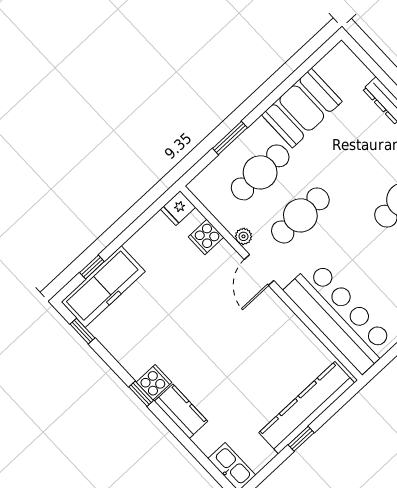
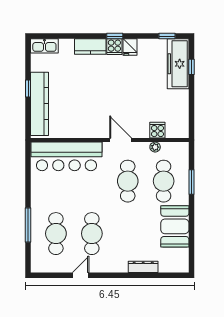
fridge: (178, 208) -> (130, 47), moved, turned 180
plant: (243, 236) -> (155, 147), moved

